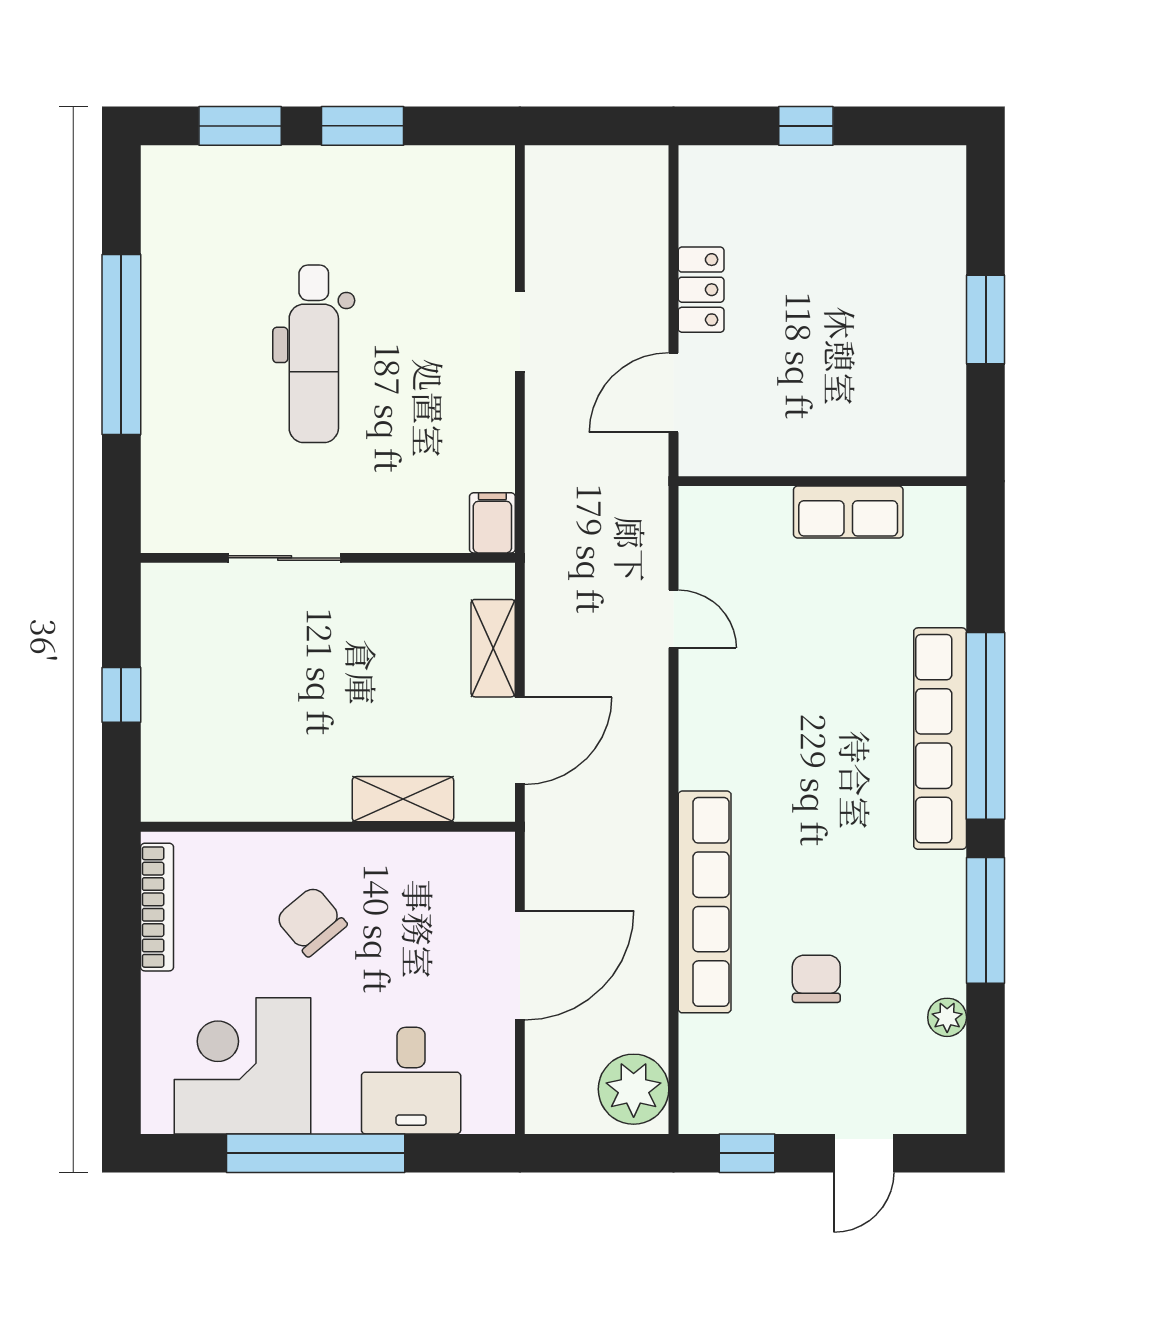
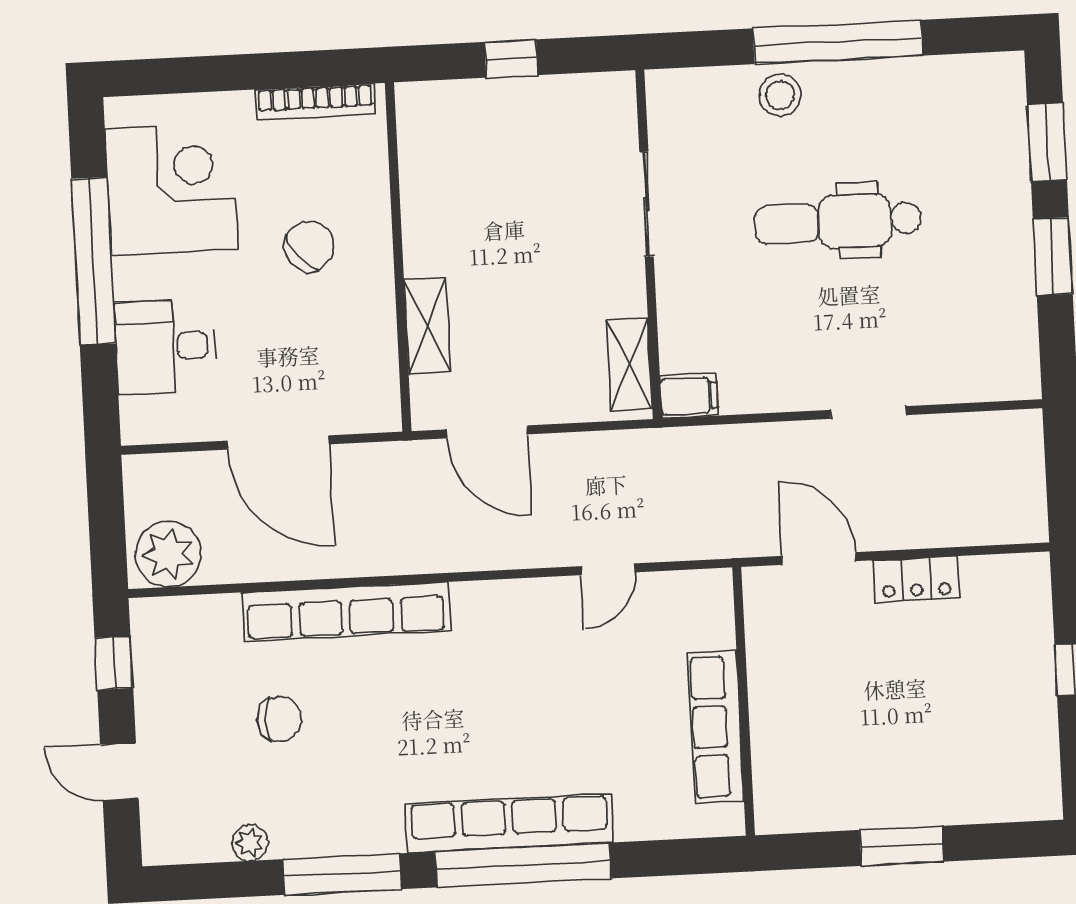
stool: (175, 409) -> (780, 95), added
row of seats: (848, 512) -> (716, 727), width x1.48
shelving: (493, 648) -> (630, 365), moved, turned 90

